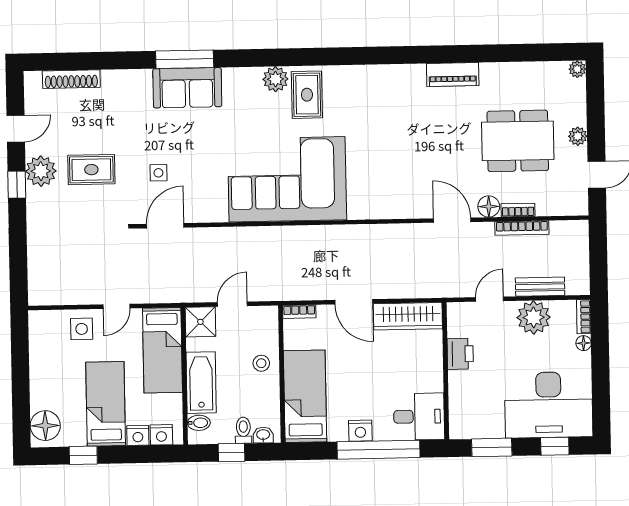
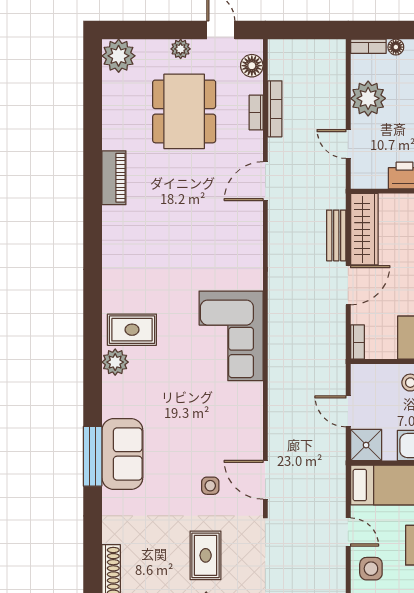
plant: (577, 69) -> (119, 56), width x1.88, depth x1.88
corner sofa: (287, 179) -> (231, 336), width x0.73, depth x0.74
floor lamp: (489, 206) -> (252, 66), moved
bench: (540, 287) -> (336, 235), moved

